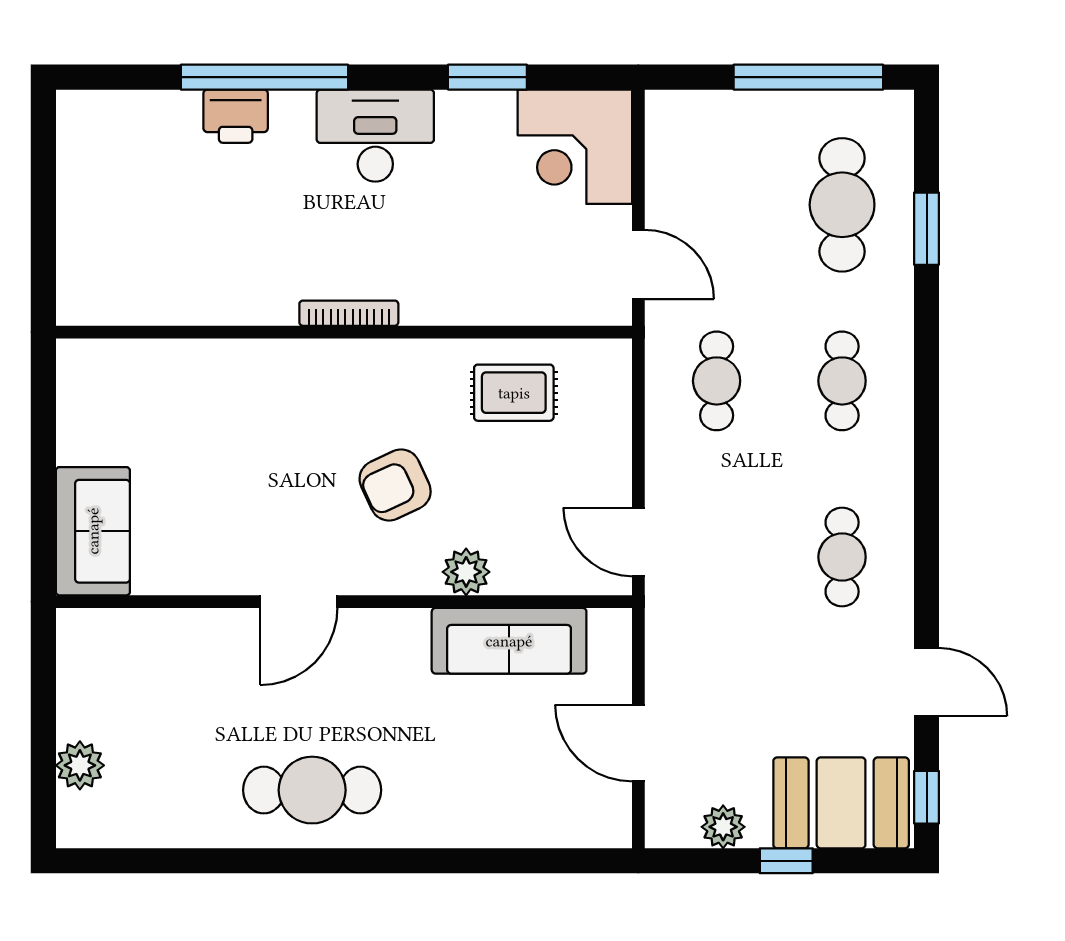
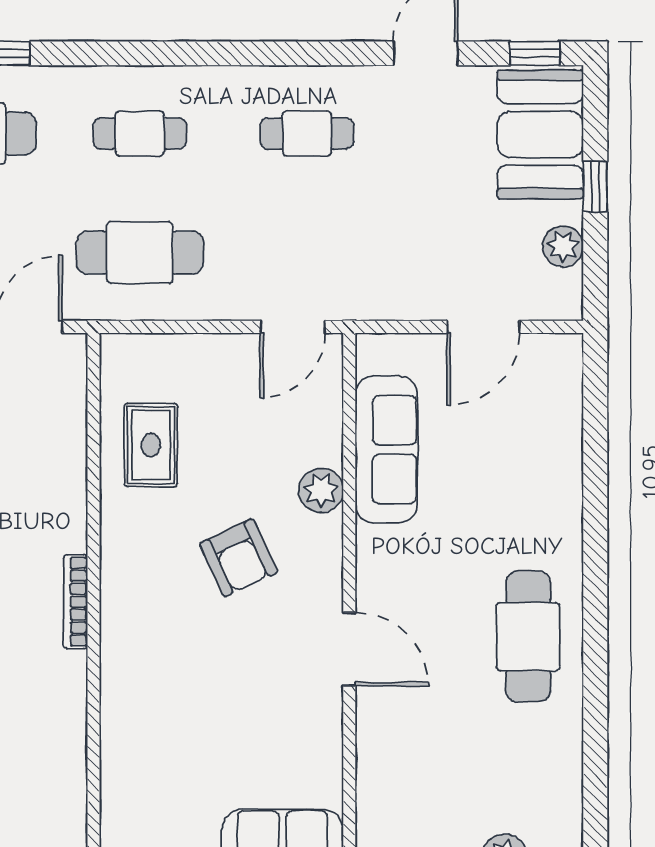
cafe table: (717, 381) -> (140, 253), width x1.37, depth x1.35

